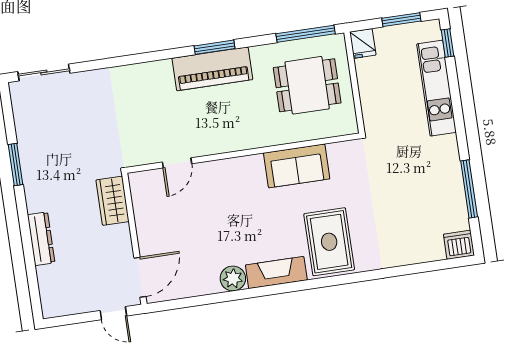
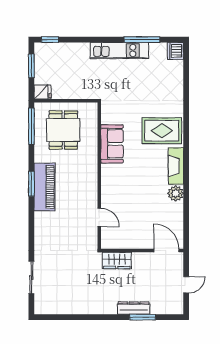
sliding door: (44, 72) -> (31, 278), moved
kitchen unit: (436, 88) -> (119, 51), moved
window: (15, 165) -> (143, 317), moved
door: (113, 313) -> (186, 285), moved

